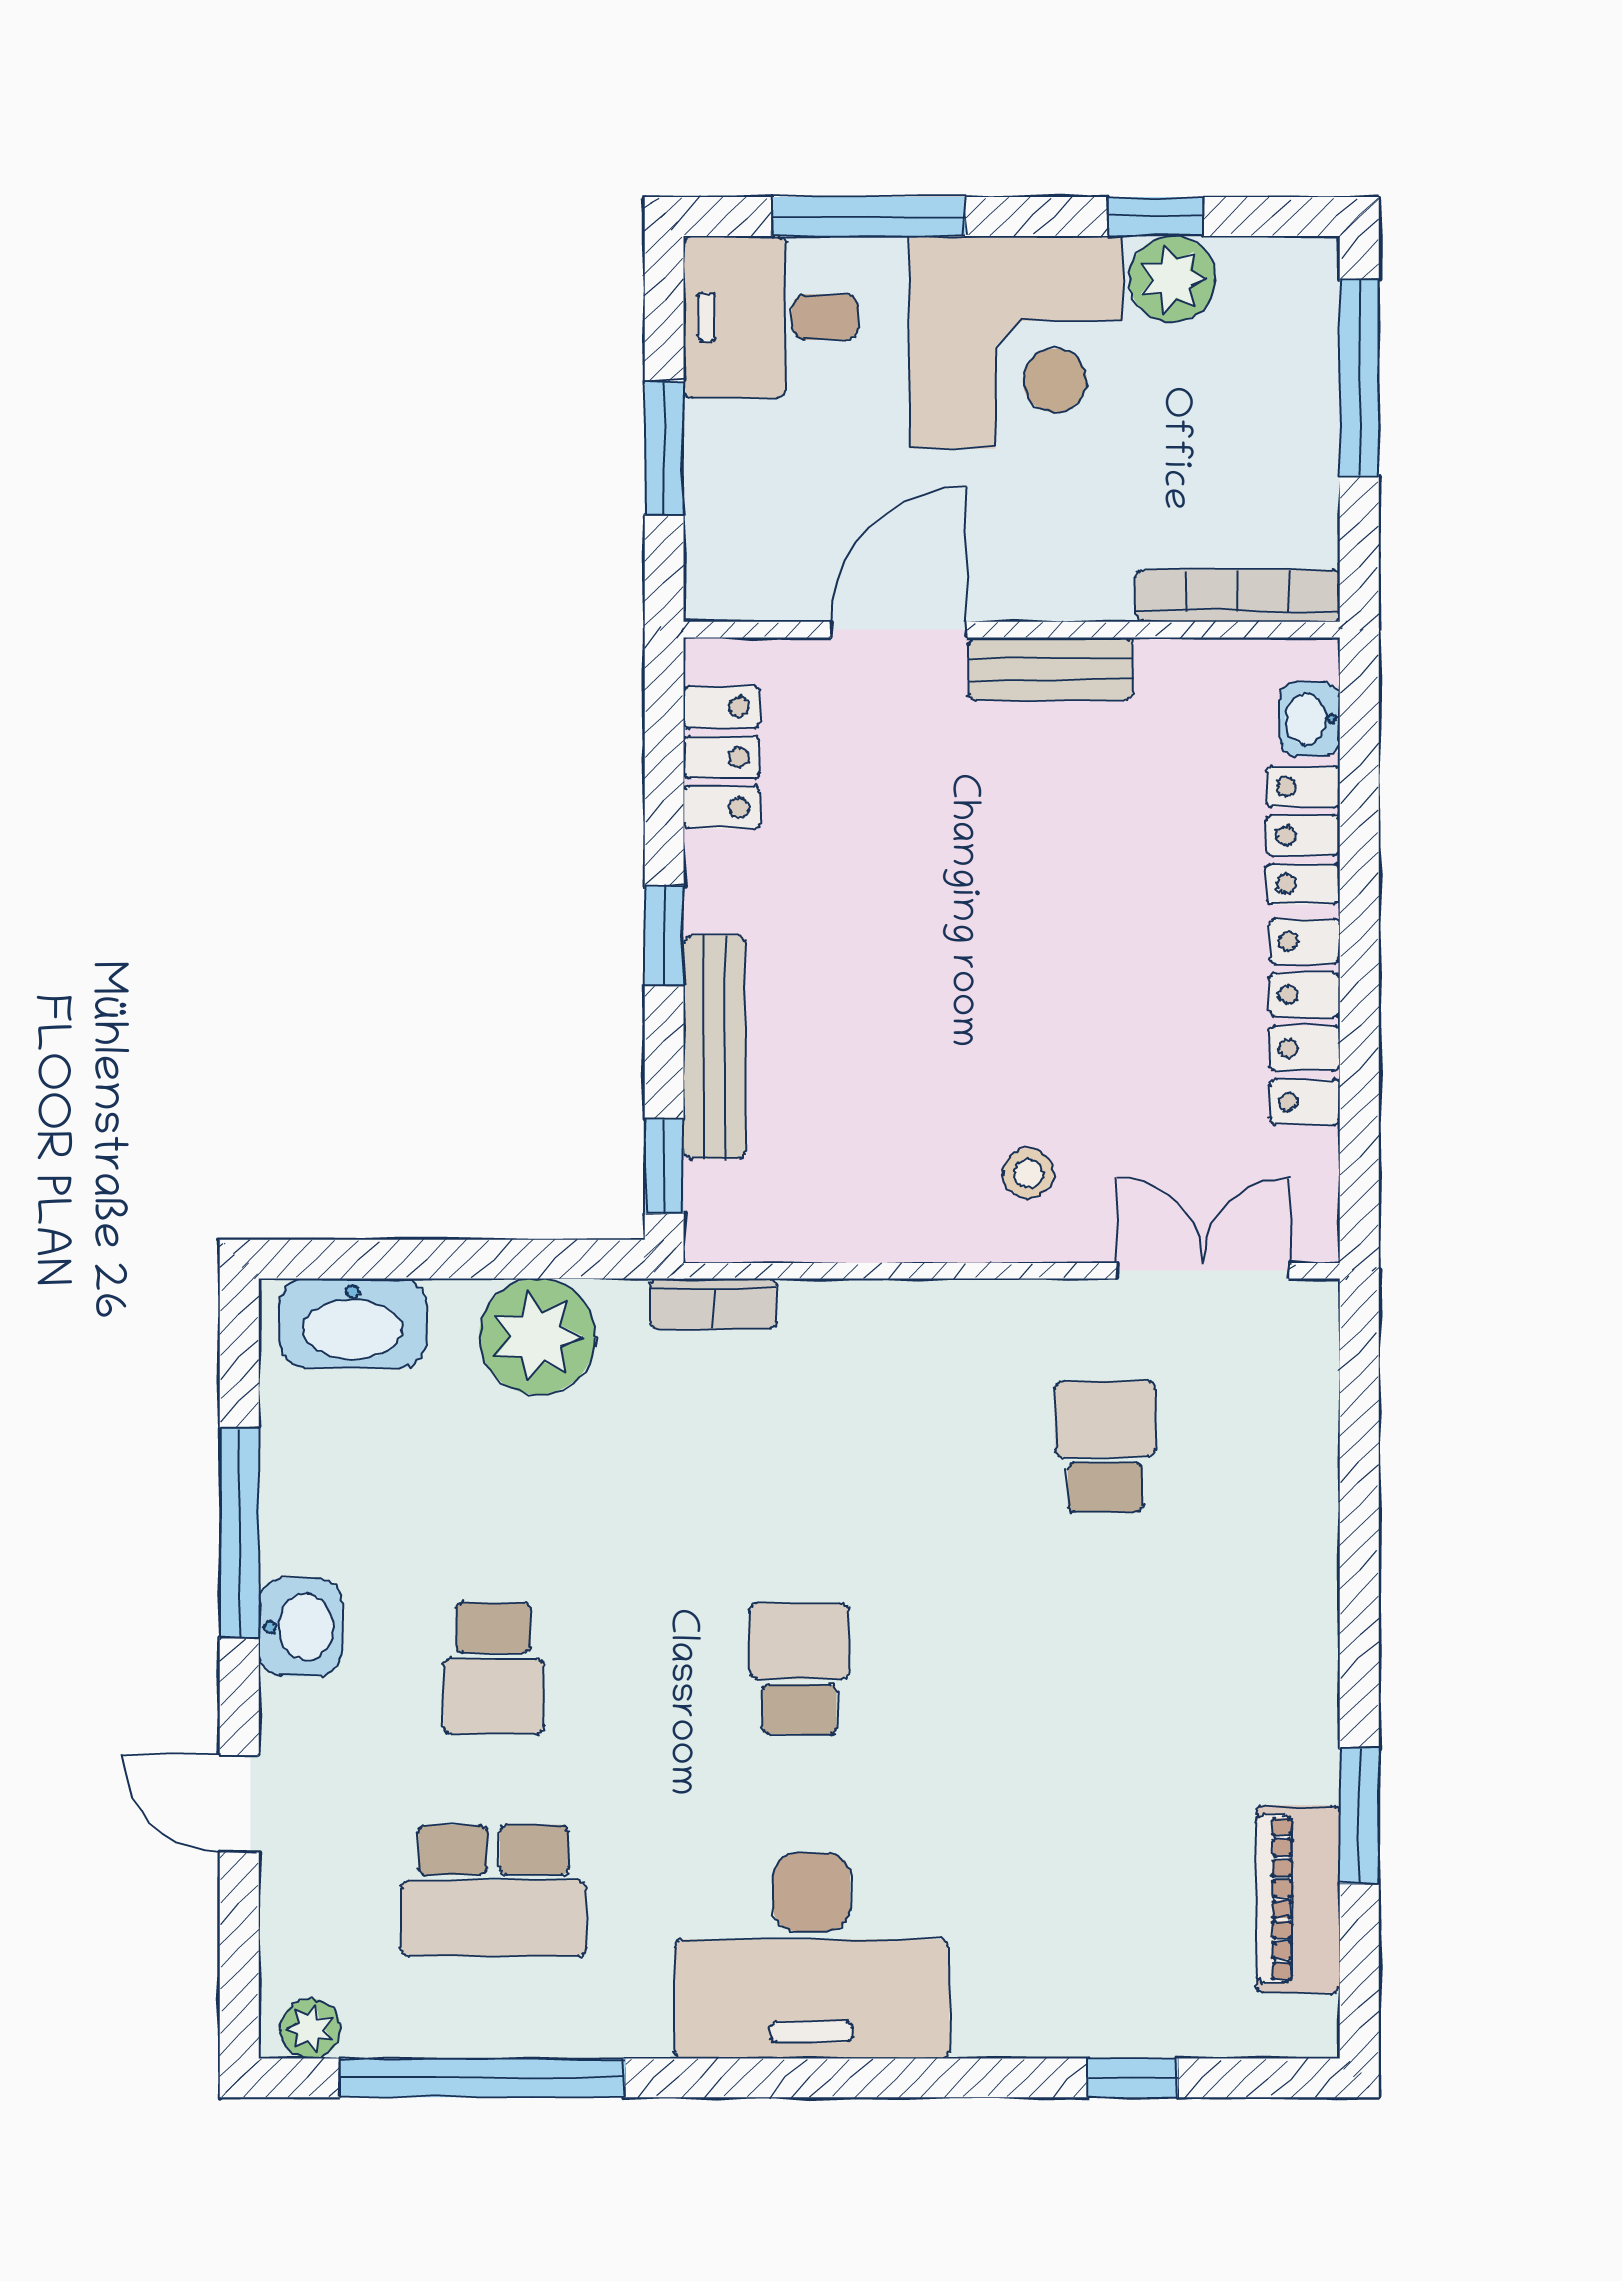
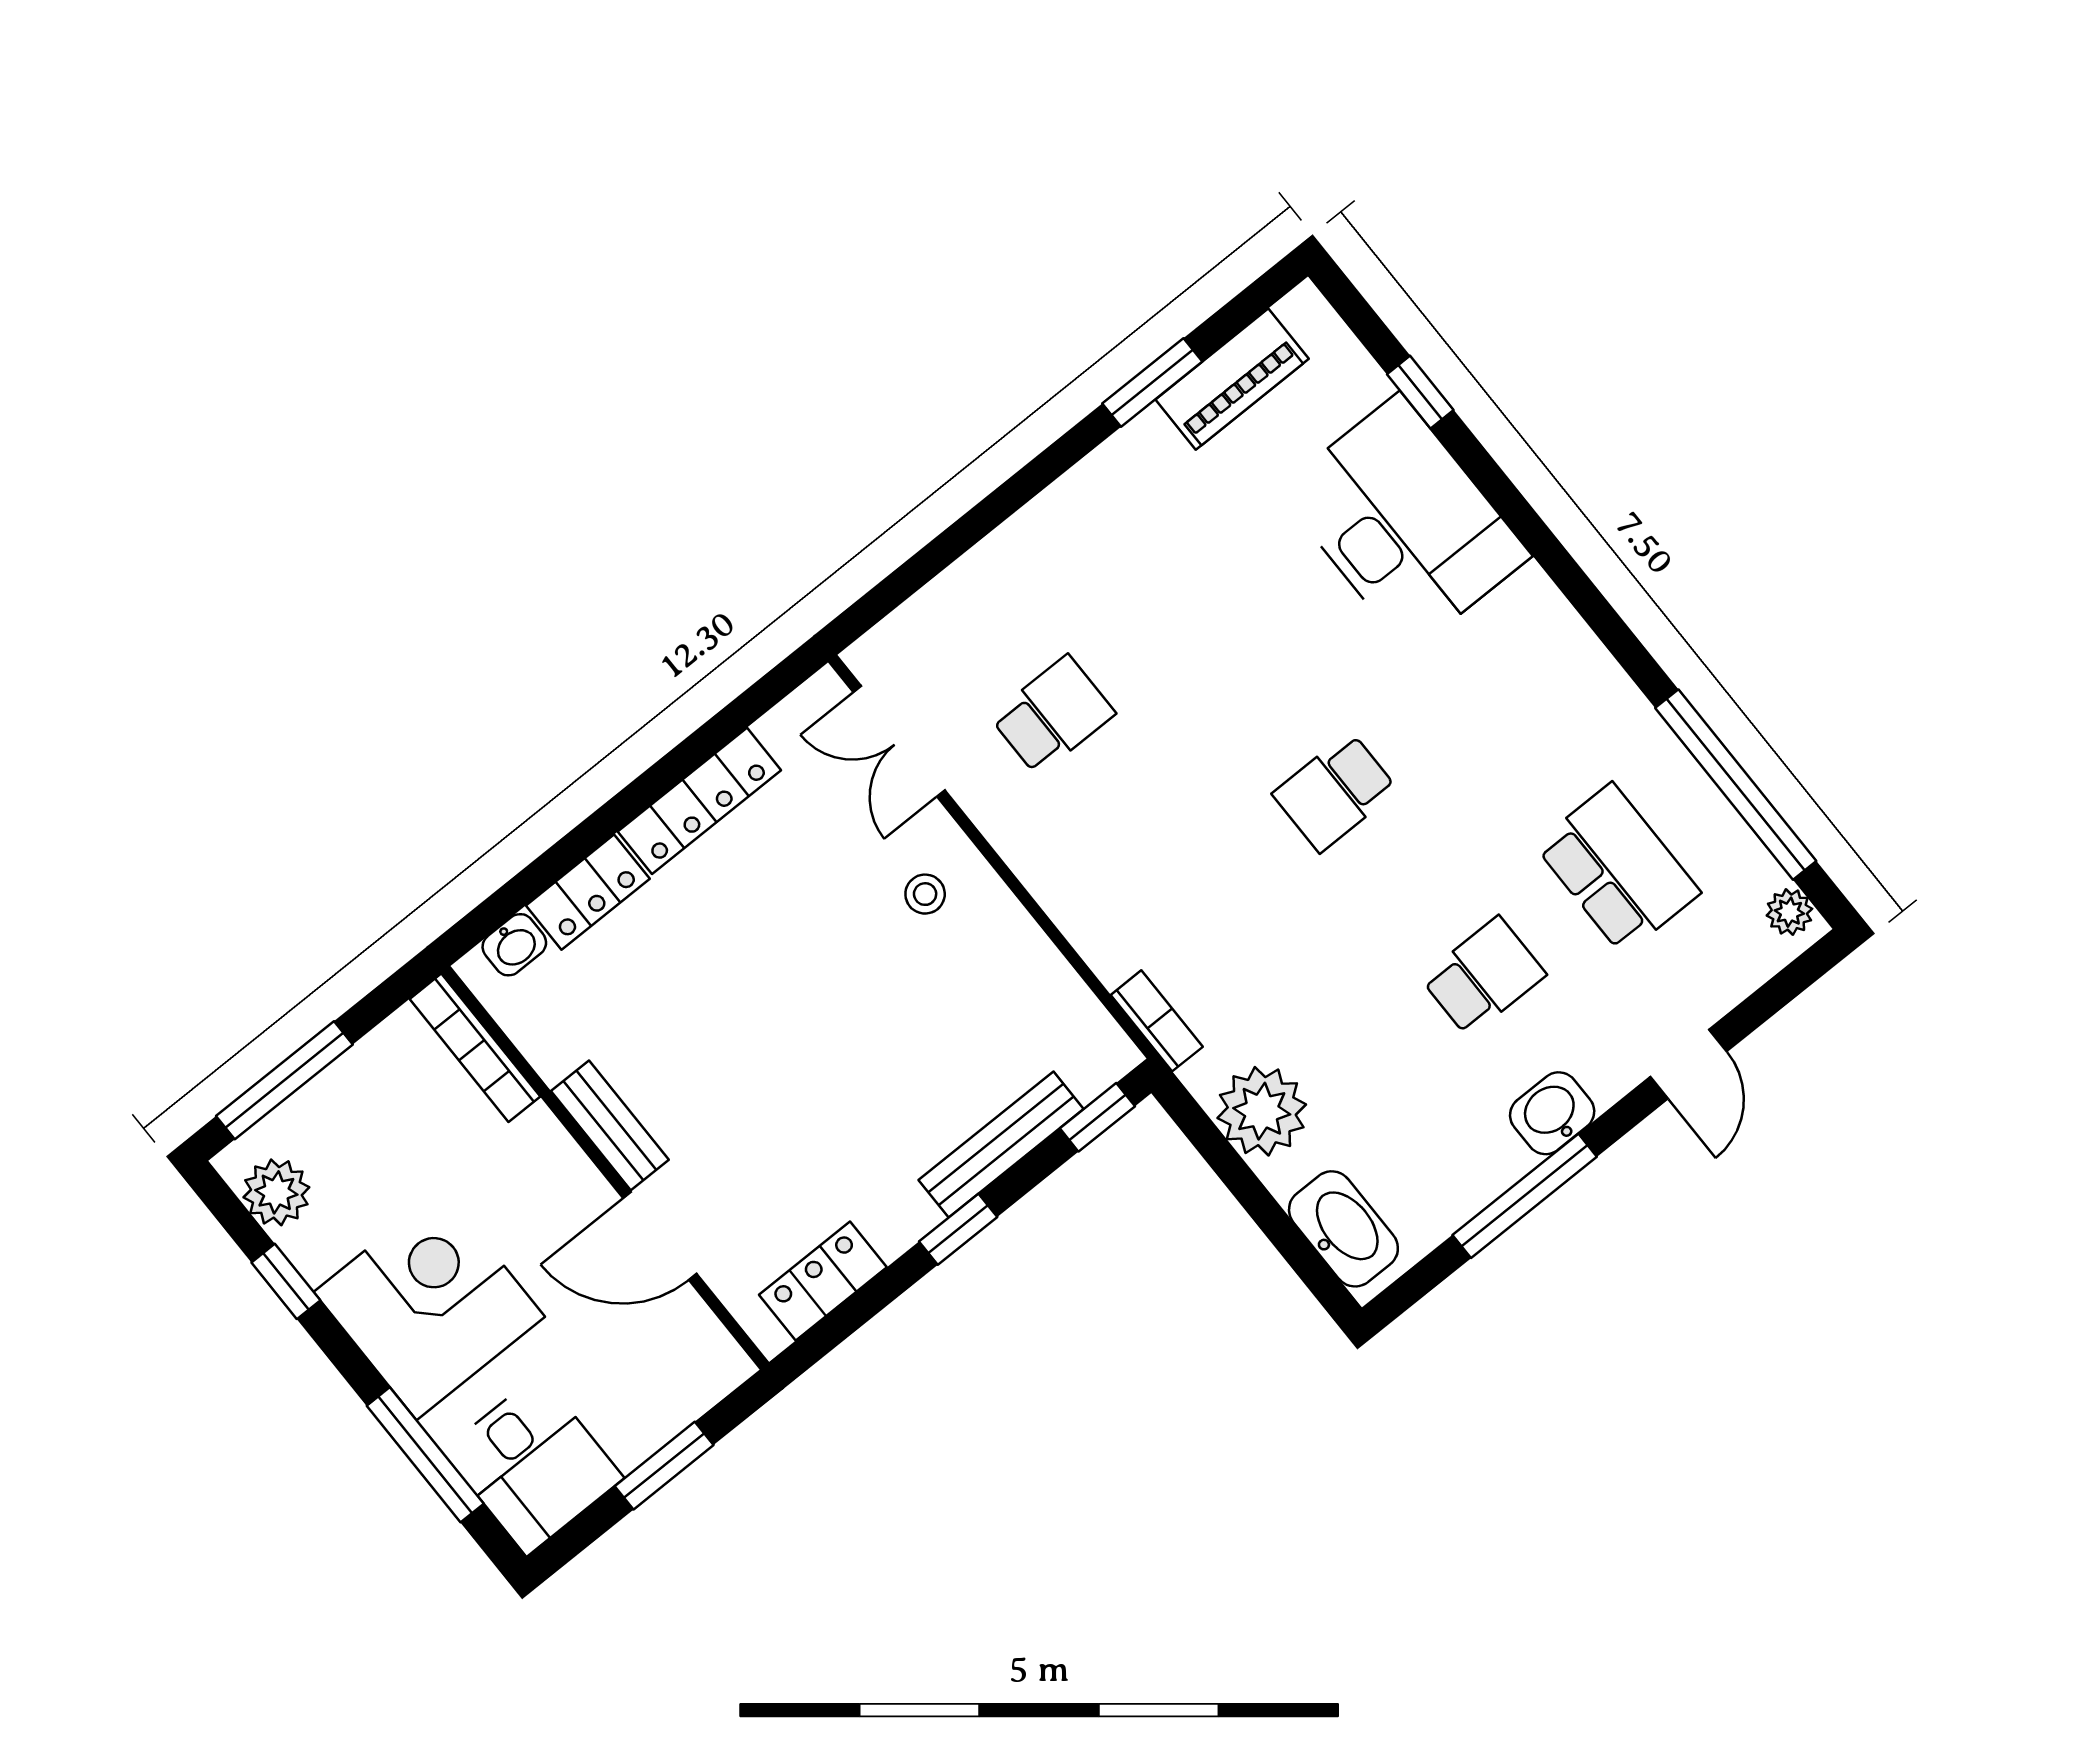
plant: (1172, 279) -> (276, 1192), moved
school desk: (1105, 1446) -> (1053, 715), turned 180
desk: (812, 1956) -> (1404, 523), moved

